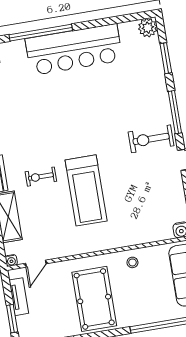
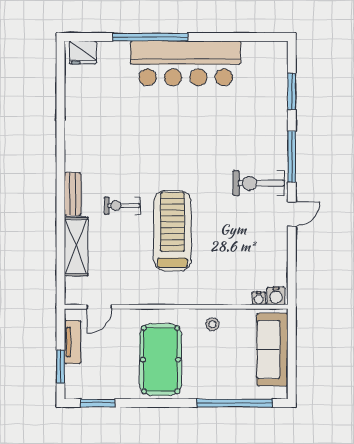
plant: (148, 28) -> (277, 52), removed
treadmill: (86, 190) -> (172, 231), turned 180
water cooler: (11, 260) -> (259, 298), moved

